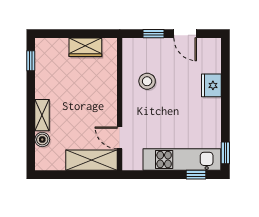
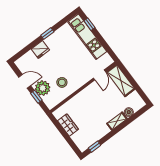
door: (185, 34) -> (25, 81), hinge flipped
plant: (159, 50) -> (43, 88), added
window: (225, 153) -> (47, 33), moved

